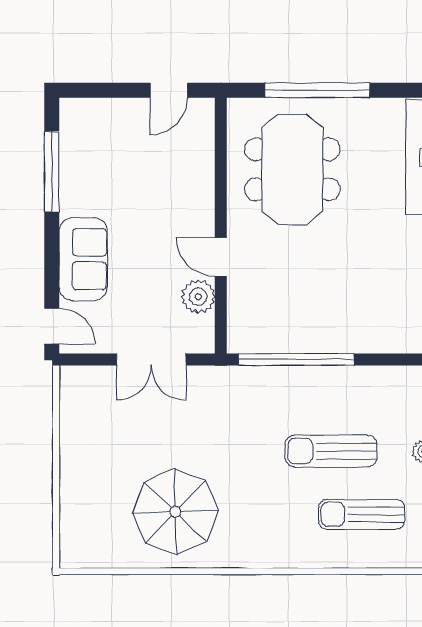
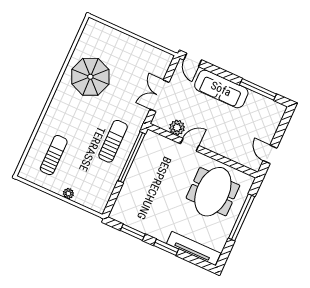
meeting table: (292, 169) -> (213, 192), turned 90
sofa: (83, 259) -> (221, 89), width x1.36
door: (52, 326) -> (193, 60), hinge flipped
sun lounger: (331, 451) -> (113, 141), moved

